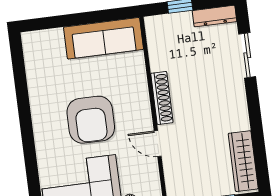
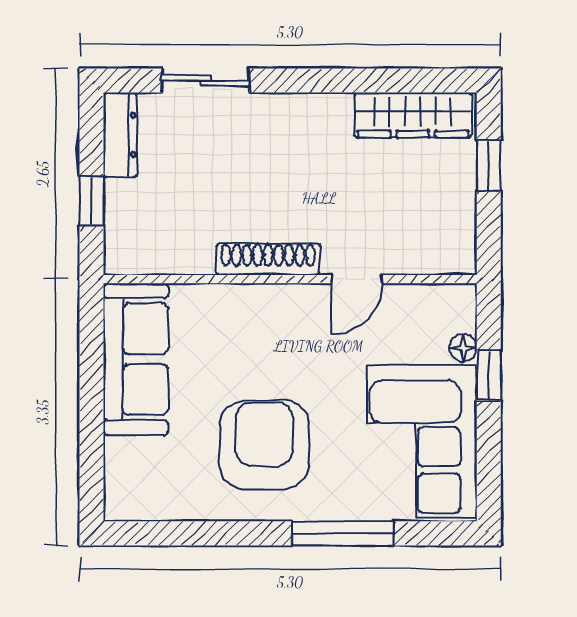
armchair: (91, 120) -> (264, 445), moved, turned -90
window: (30, 153) -> (343, 533), added

